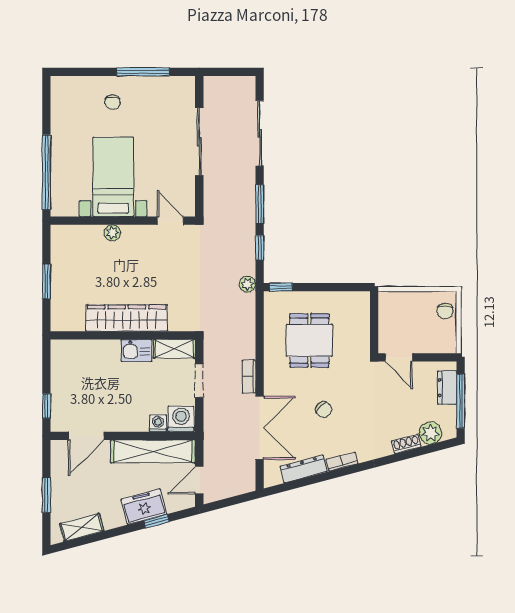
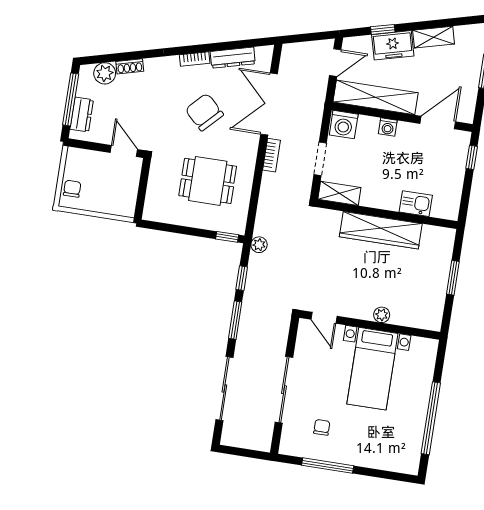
chair: (113, 102) -> (322, 427), moved
window: (46, 172) -> (431, 418), moved
dining table: (309, 340) -> (208, 181), turned 90
kitchen sink: (137, 350) -> (416, 204), moved
chair: (324, 409) -> (204, 112), width x1.87, depth x1.87
washing machine: (158, 423) -> (388, 127), moved
shelving: (82, 527) -> (434, 37), moved

